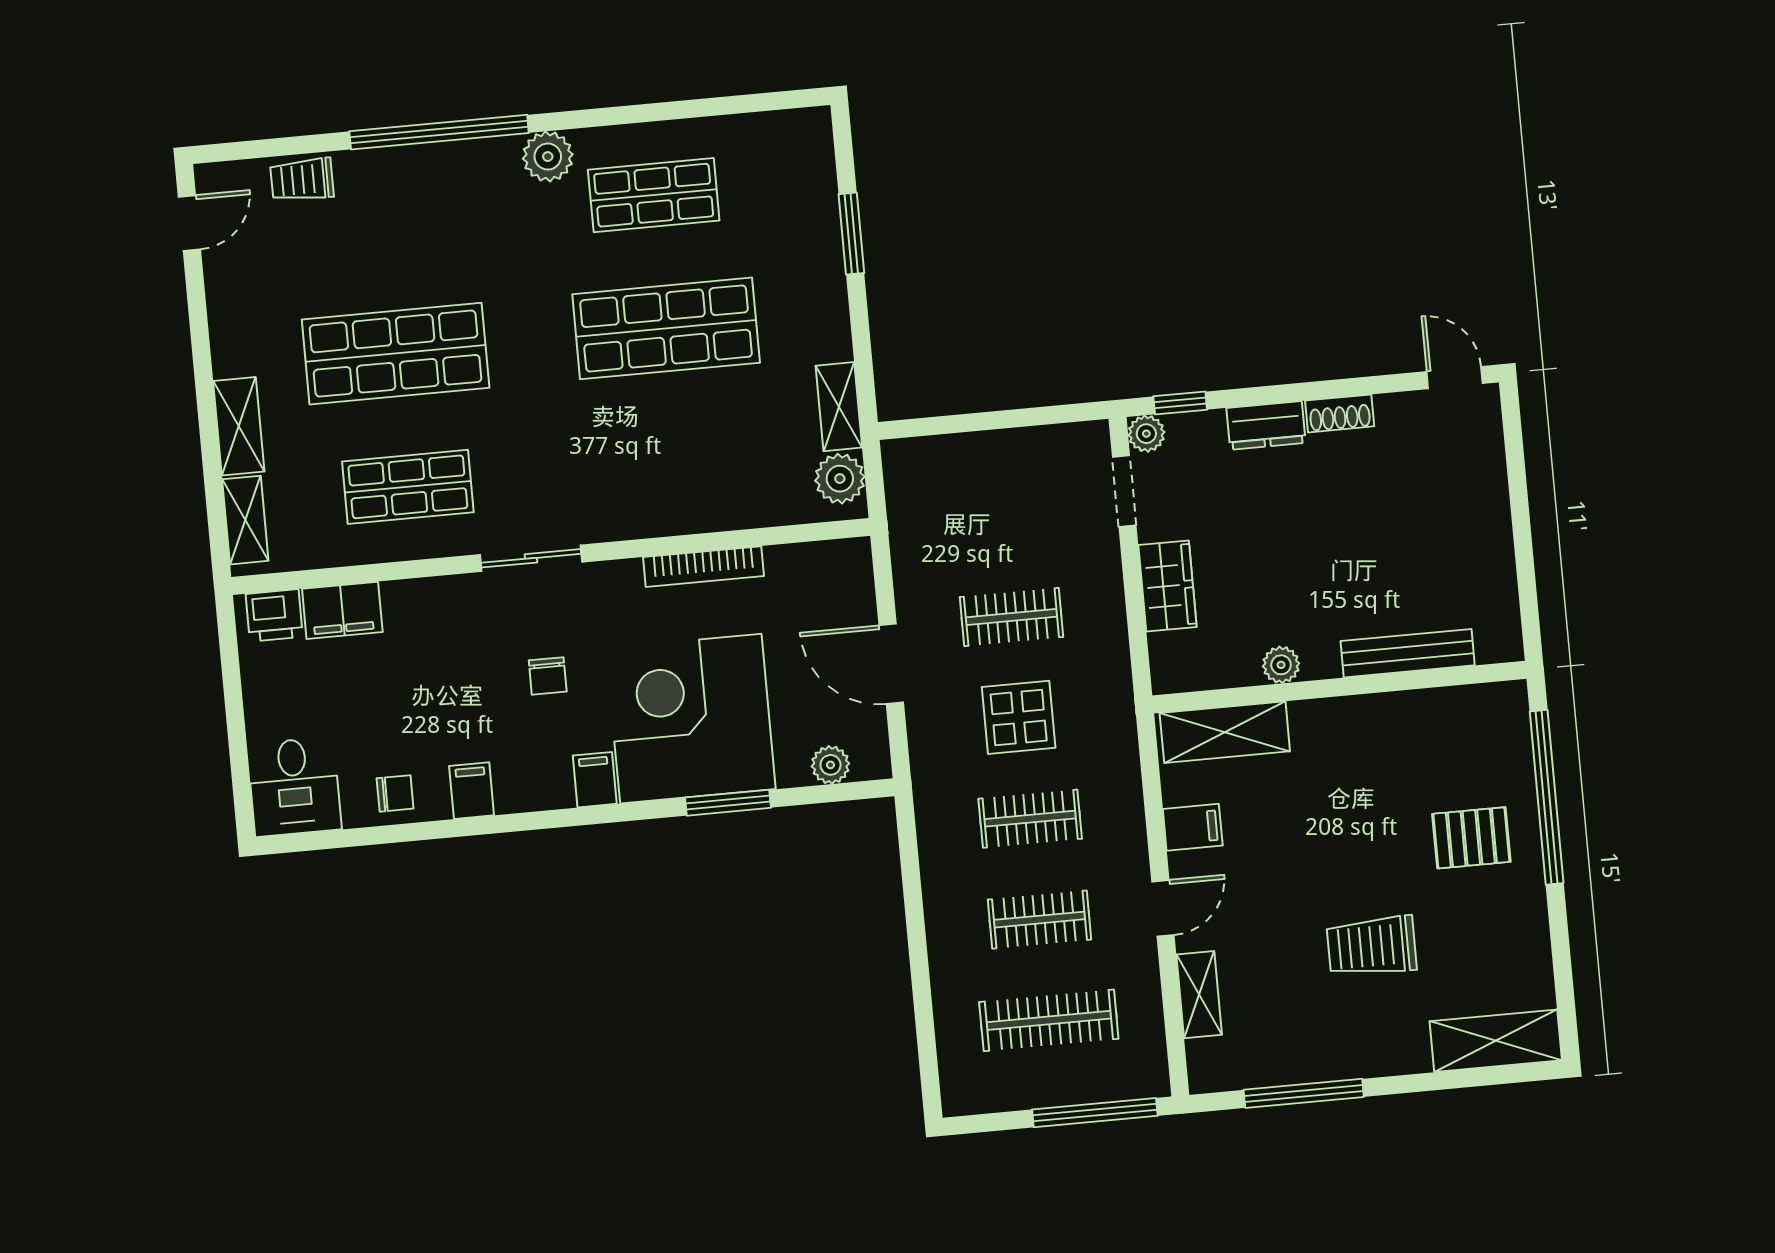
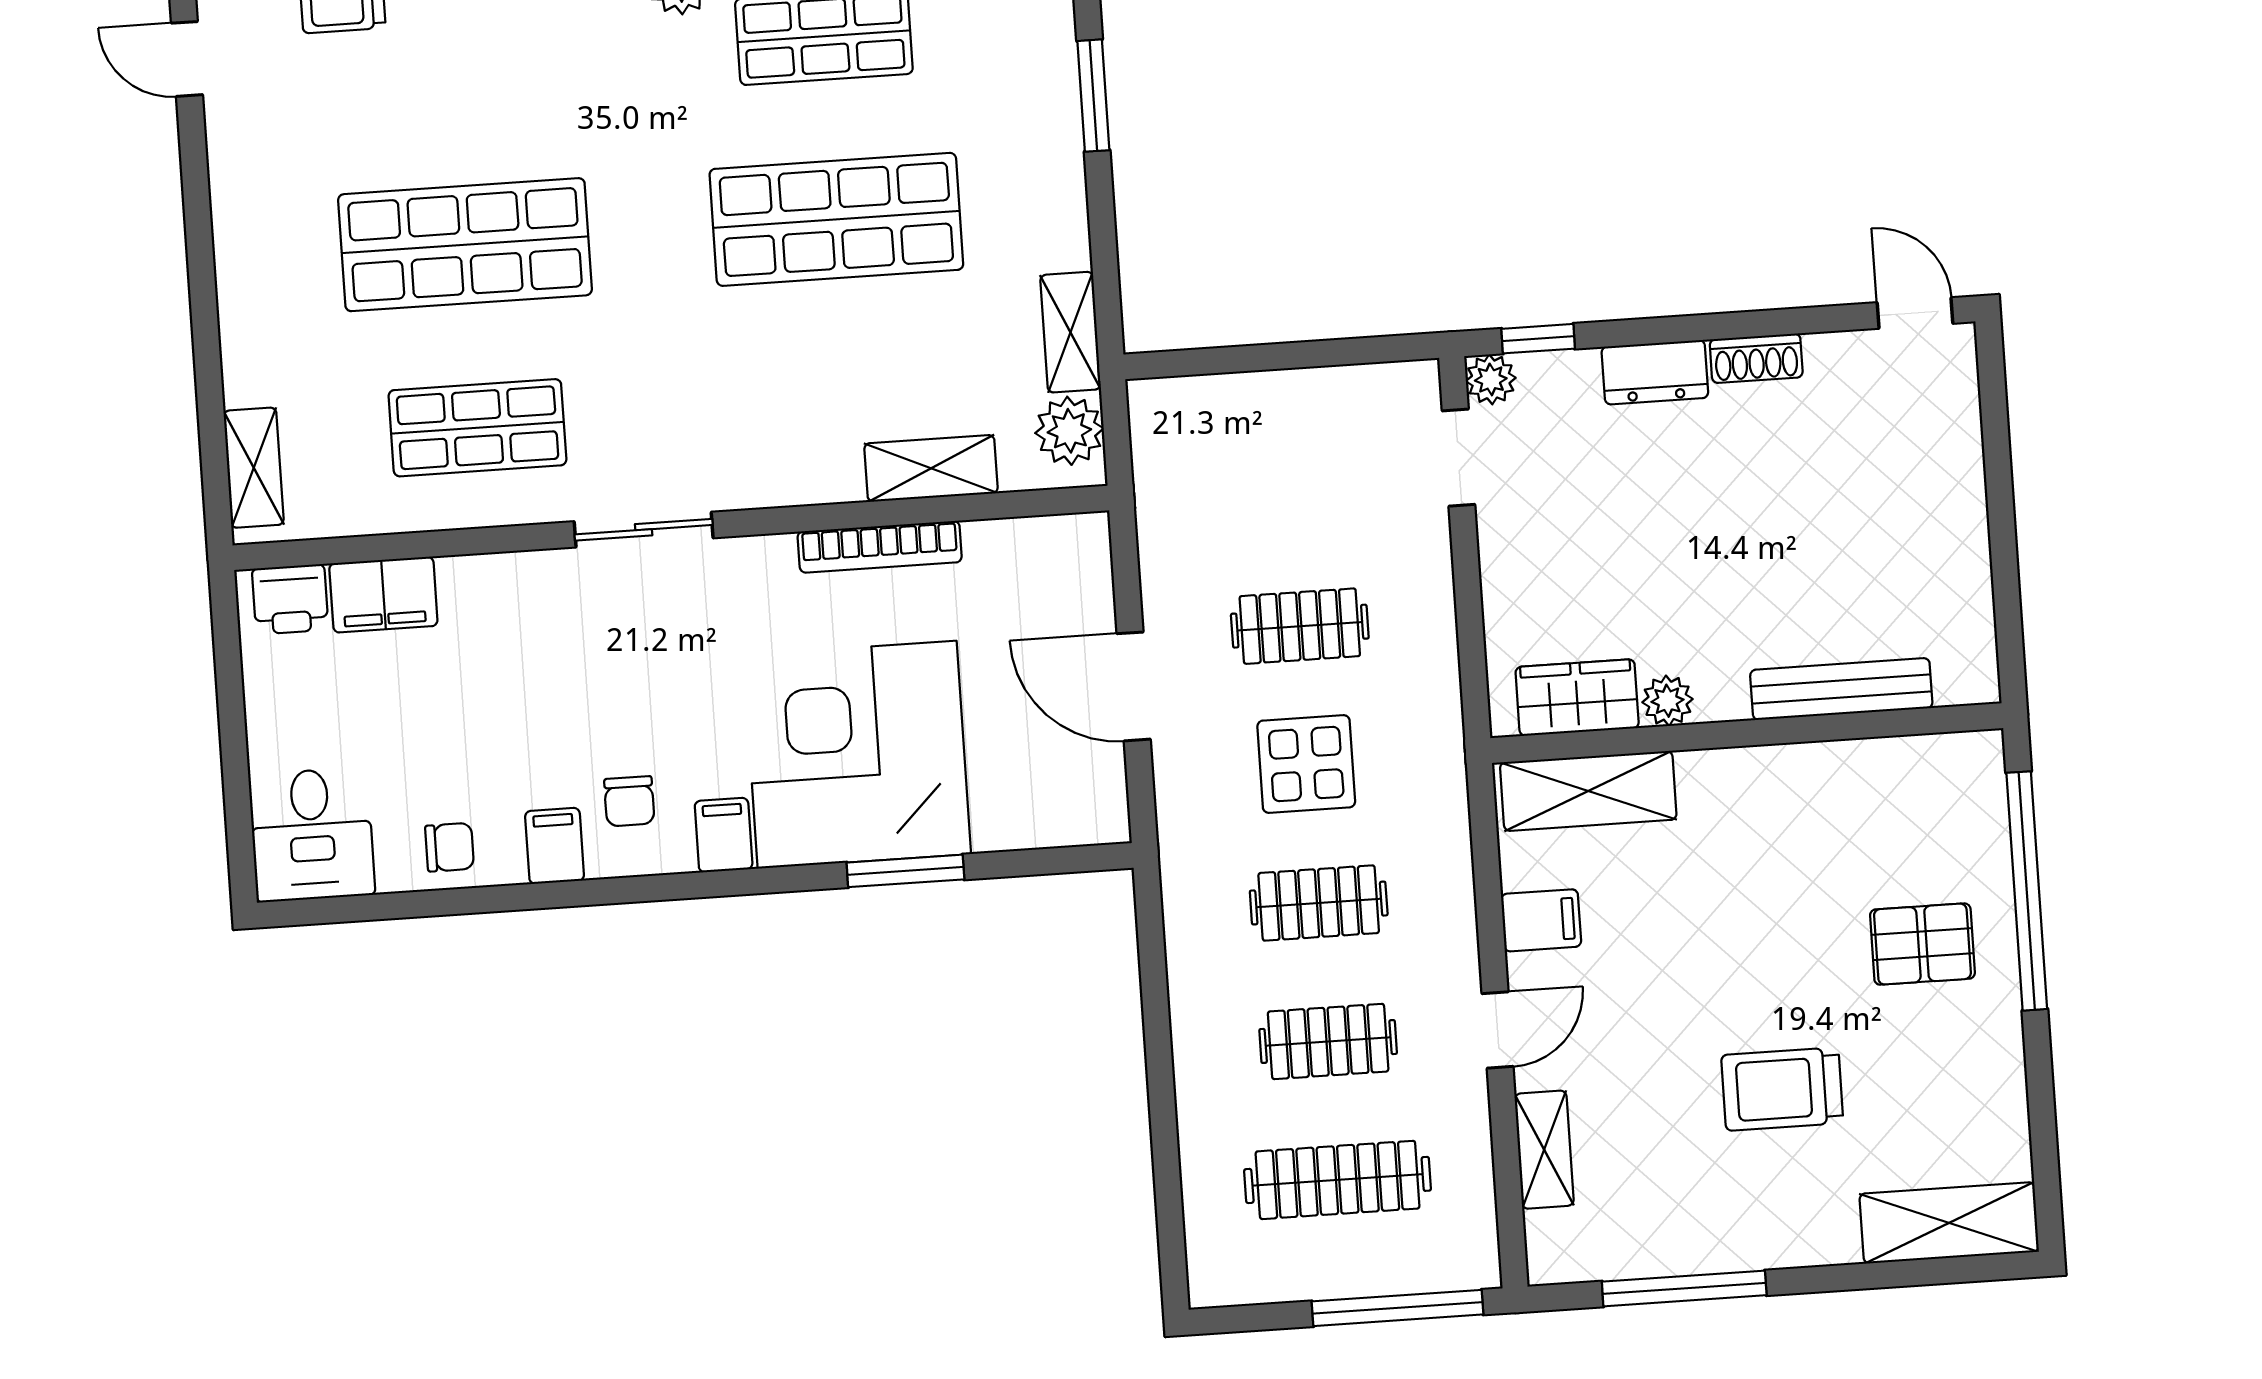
door: (189, 223) -> (187, 59), swing flipped
shelving: (239, 426) -> (931, 468), moved, turned 90
wardrobe: (1167, 586) -> (1577, 698), moved, turned -90
chair: (548, 676) -> (629, 801), moved
plant: (830, 765) -> (1047, 823), removed

